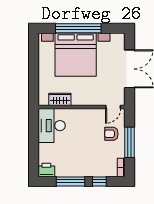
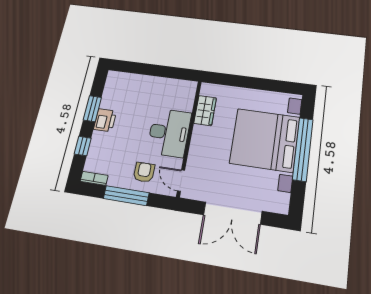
desk: (52, 126) -> (169, 133), moved, turned 90
printer: (46, 170) -> (105, 120), moved
window: (70, 181) -> (92, 109), width x0.69

